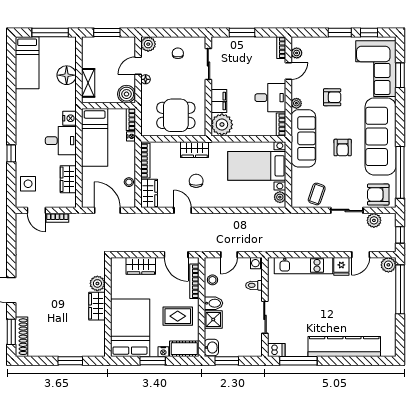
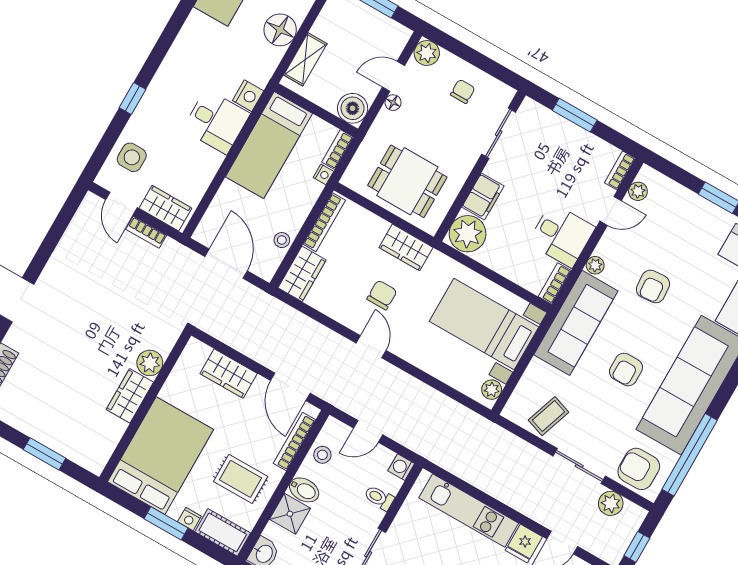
armchair: (332, 97) -> (653, 287), turned 86
wardrobe: (68, 179) -> (165, 208), moved, turned 90
door: (183, 210) -> (371, 347), moved

